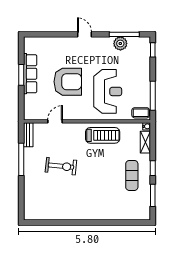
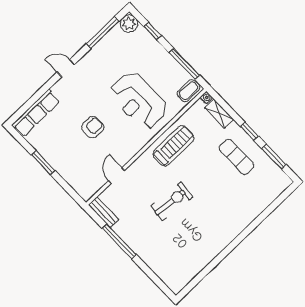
plant: (120, 43) -> (129, 24), moved
window: (153, 50) -> (153, 31), moved
row of seats: (30, 74) -> (36, 113), moved, turned 90
armchair: (68, 82) -> (93, 127), width x0.53, depth x0.53
reception desk: (108, 91) -> (139, 100), turned 180
exercise bike: (61, 166) -> (172, 201), moved

